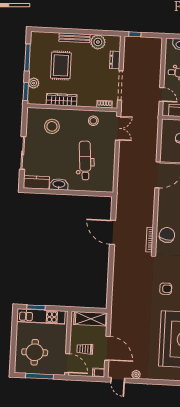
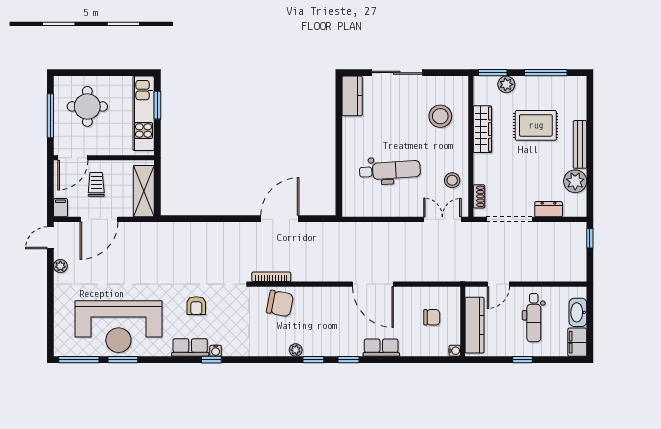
double door: (118, 128) -> (442, 219), swing flipped
washbasin: (59, 184) -> (351, 131), removed

